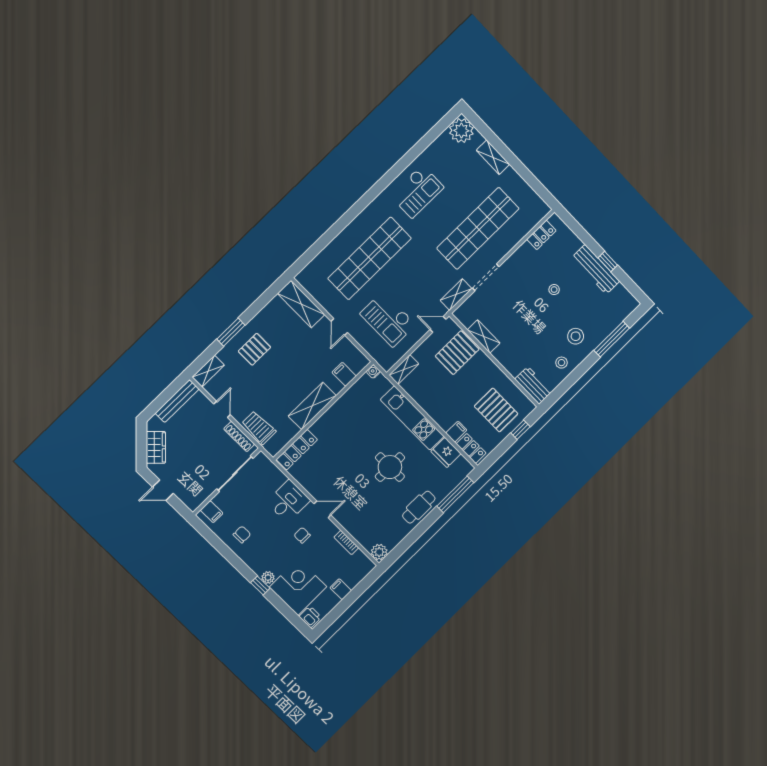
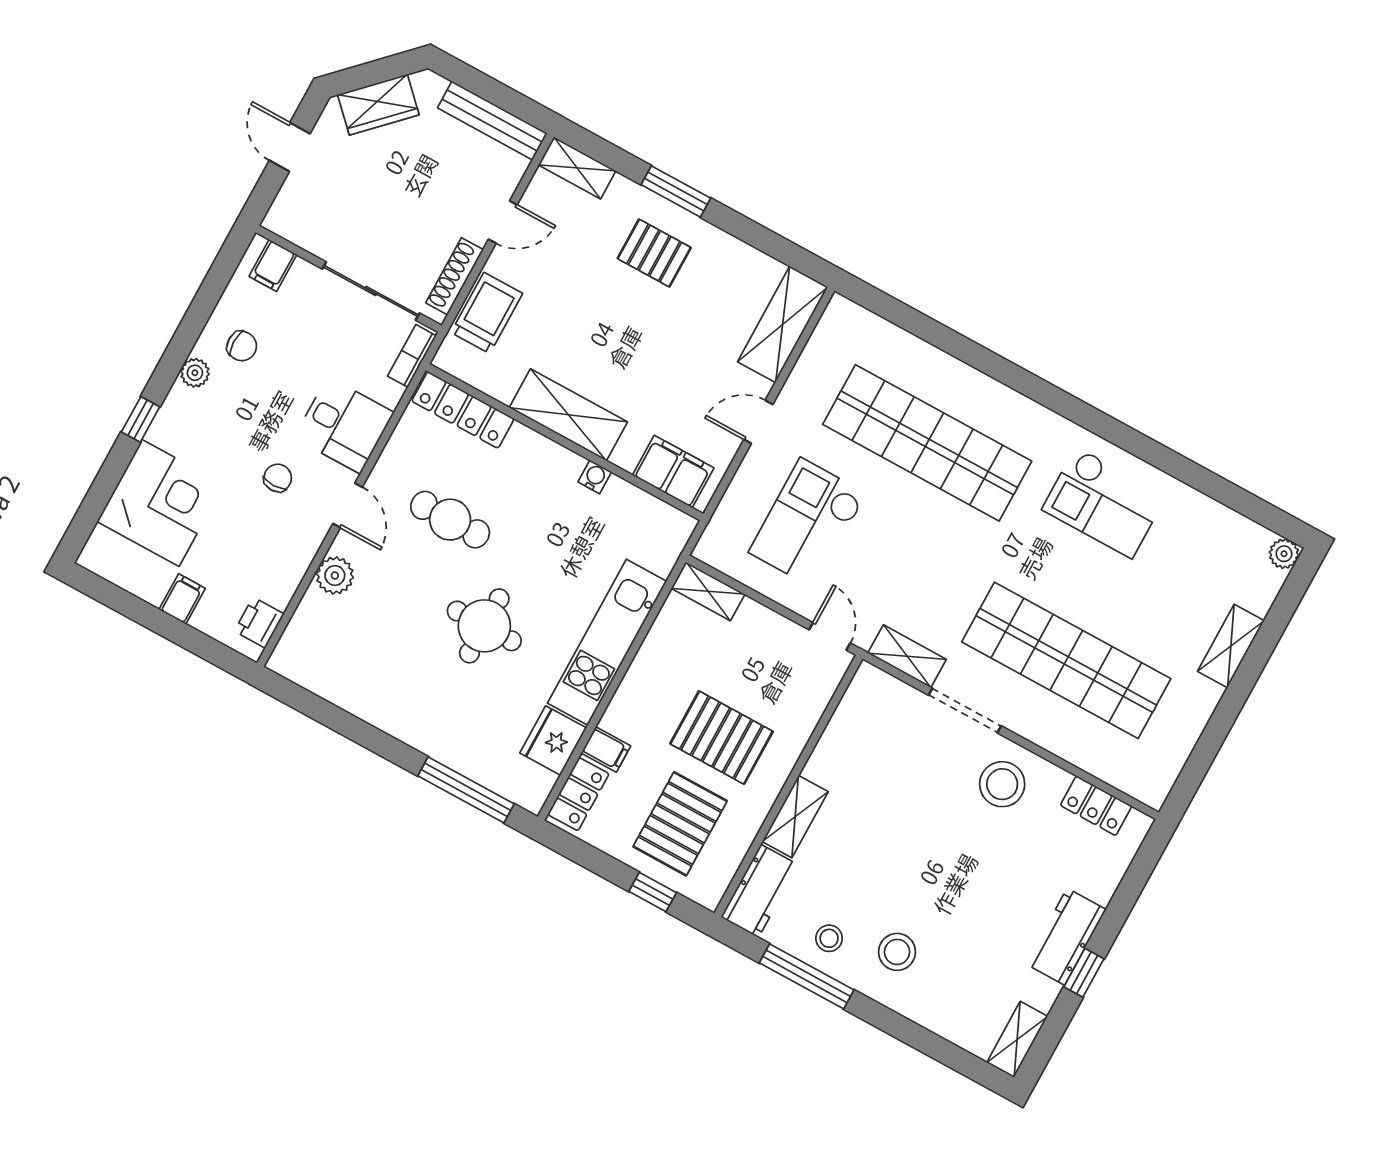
plant: (461, 131) -> (1284, 554), width x0.53, depth x0.53
workbench: (596, 269) -> (1066, 937), width x0.73
stool: (554, 290) -> (1002, 784), moved, width x1.89, depth x1.89
shelving: (626, 298) -> (1017, 1039), added
shelving: (484, 336) -> (795, 817), moved
window: (612, 339) -> (807, 976), moved
pallet: (457, 353) -> (722, 738), moved
water cooler: (373, 372) -> (595, 477), moved
filing cabinet: (344, 374) -> (673, 472), width x2.00
cafe table: (419, 507) -> (450, 520), moved
bookcase: (346, 543) -> (412, 356), moved
plant: (379, 552) -> (335, 575), moved
plant: (268, 578) -> (195, 373), moved
printer: (310, 617) -> (259, 623), moved, turned 180

